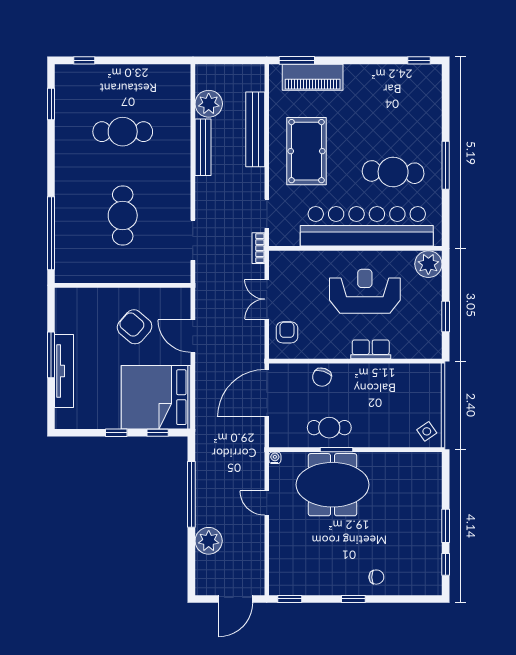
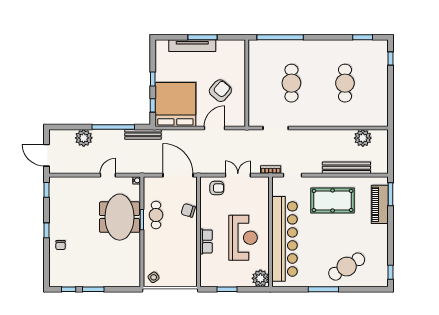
bench: (203, 147) -> (143, 134), moved
cafe table: (393, 172) -> (347, 267), moved, turned 55
cafe table: (123, 215) -> (291, 83), turned 90

